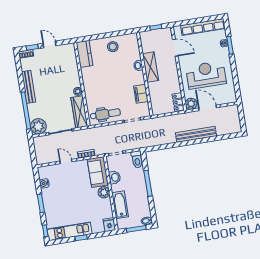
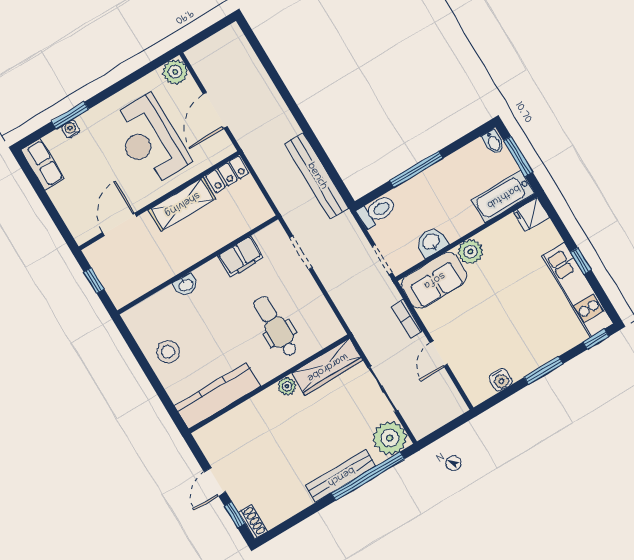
row of seats: (203, 27) -> (43, 165), width x0.50
kitchen counter: (85, 54) -> (218, 396), width x1.50
shelving: (151, 67) -> (182, 204), moved
bench: (29, 87) -> (341, 476), moved
plant: (191, 104) -> (175, 72), moved
dental chair: (105, 114) -> (276, 326), moved
bench: (196, 134) -> (317, 176), moved
bathtub: (120, 205) -> (503, 196), moved

